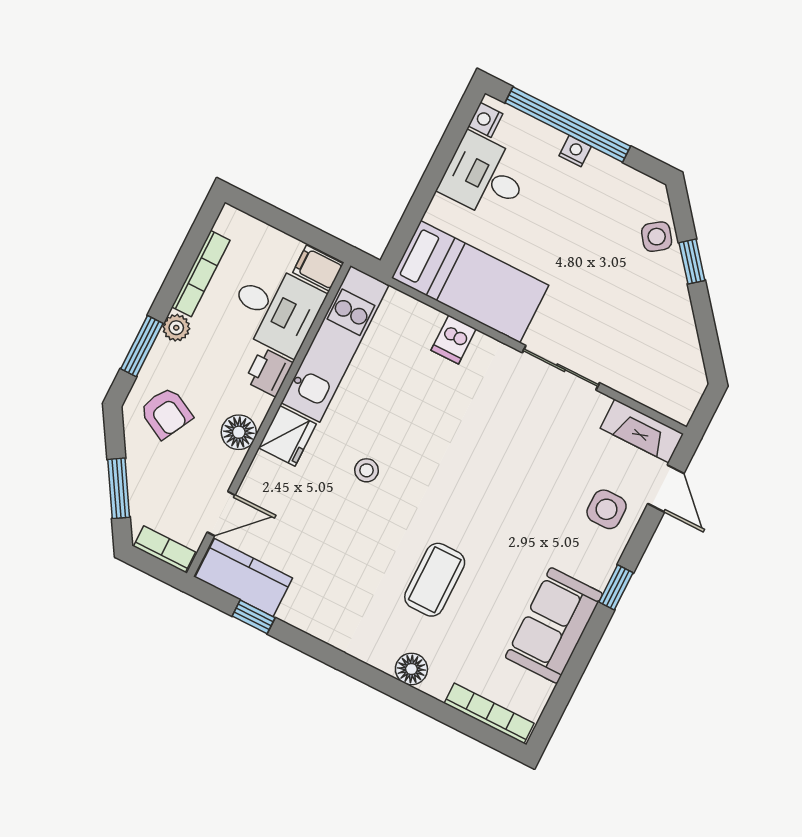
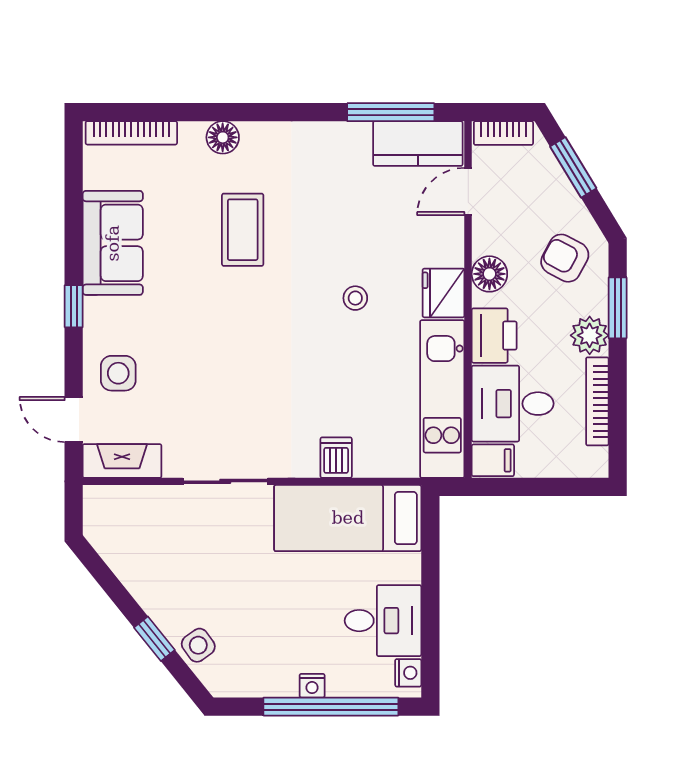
plant: (176, 328) -> (590, 335), width x1.38, depth x1.38
printer: (269, 372) -> (494, 336), width x1.36, depth x1.24
window: (254, 617) -> (391, 112), width x2.17

